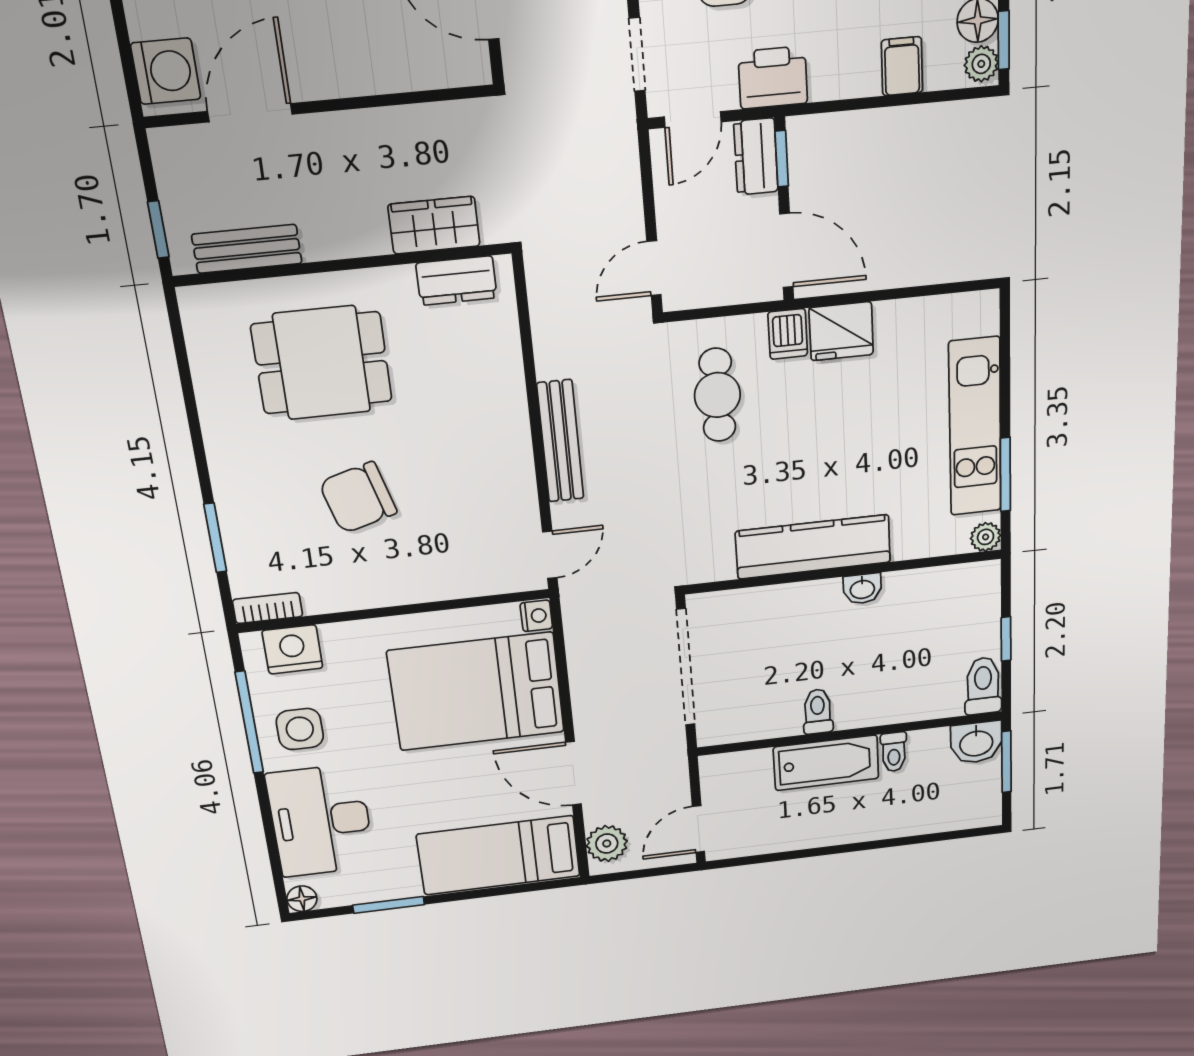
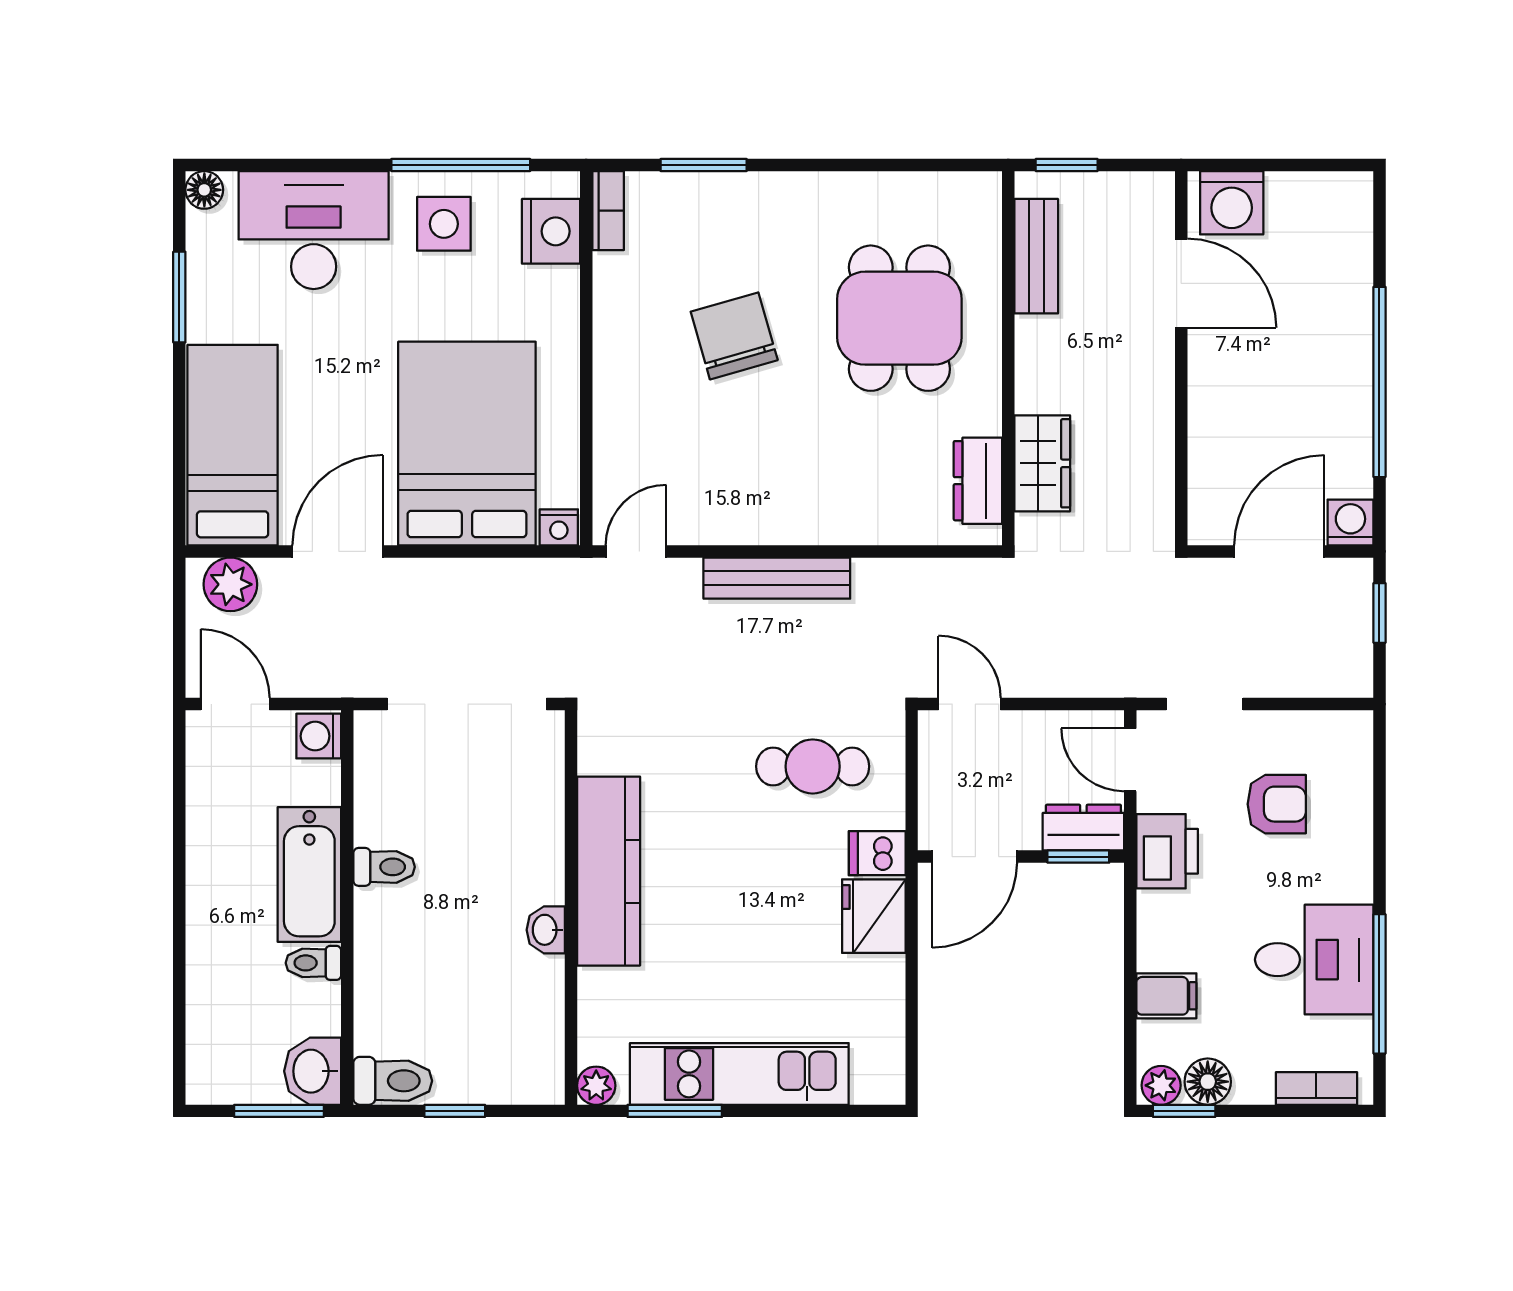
door: (550, 555) -> (636, 551), swing flipped
washing machine: (719, 769) -> (319, 736), added

